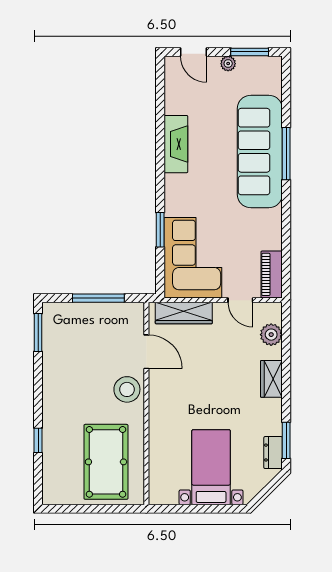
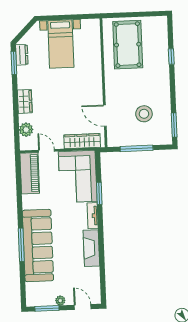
tv unit: (172, 195) -> (93, 216), added
piano: (272, 274) -> (30, 173), width x1.37, depth x1.33
stool: (127, 389) -> (144, 114), moved

